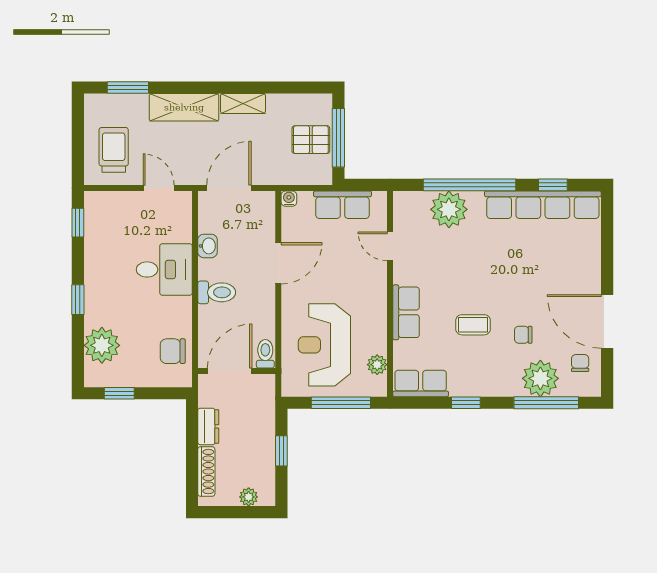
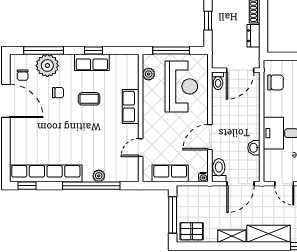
pallet: (311, 140) -> (192, 231), moved
window: (553, 185) -> (27, 186), moved
plant: (449, 209) -> (99, 176), width x0.53, depth x0.53
door: (390, 246) -> (141, 148), swing flipped
toilet: (217, 292) -> (219, 170), moved, turned 90
row of seats: (421, 383) -> (92, 62), moved

